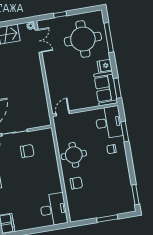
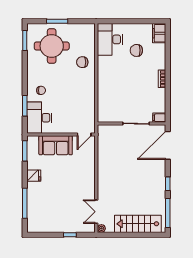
round table: (83, 39) -> (51, 206), removed
sofa: (106, 89) -> (56, 145), moved, turned 90
chair: (27, 151) -> (136, 50), moved
round table: (74, 155) -> (52, 46), moved, width x1.36, depth x1.36

